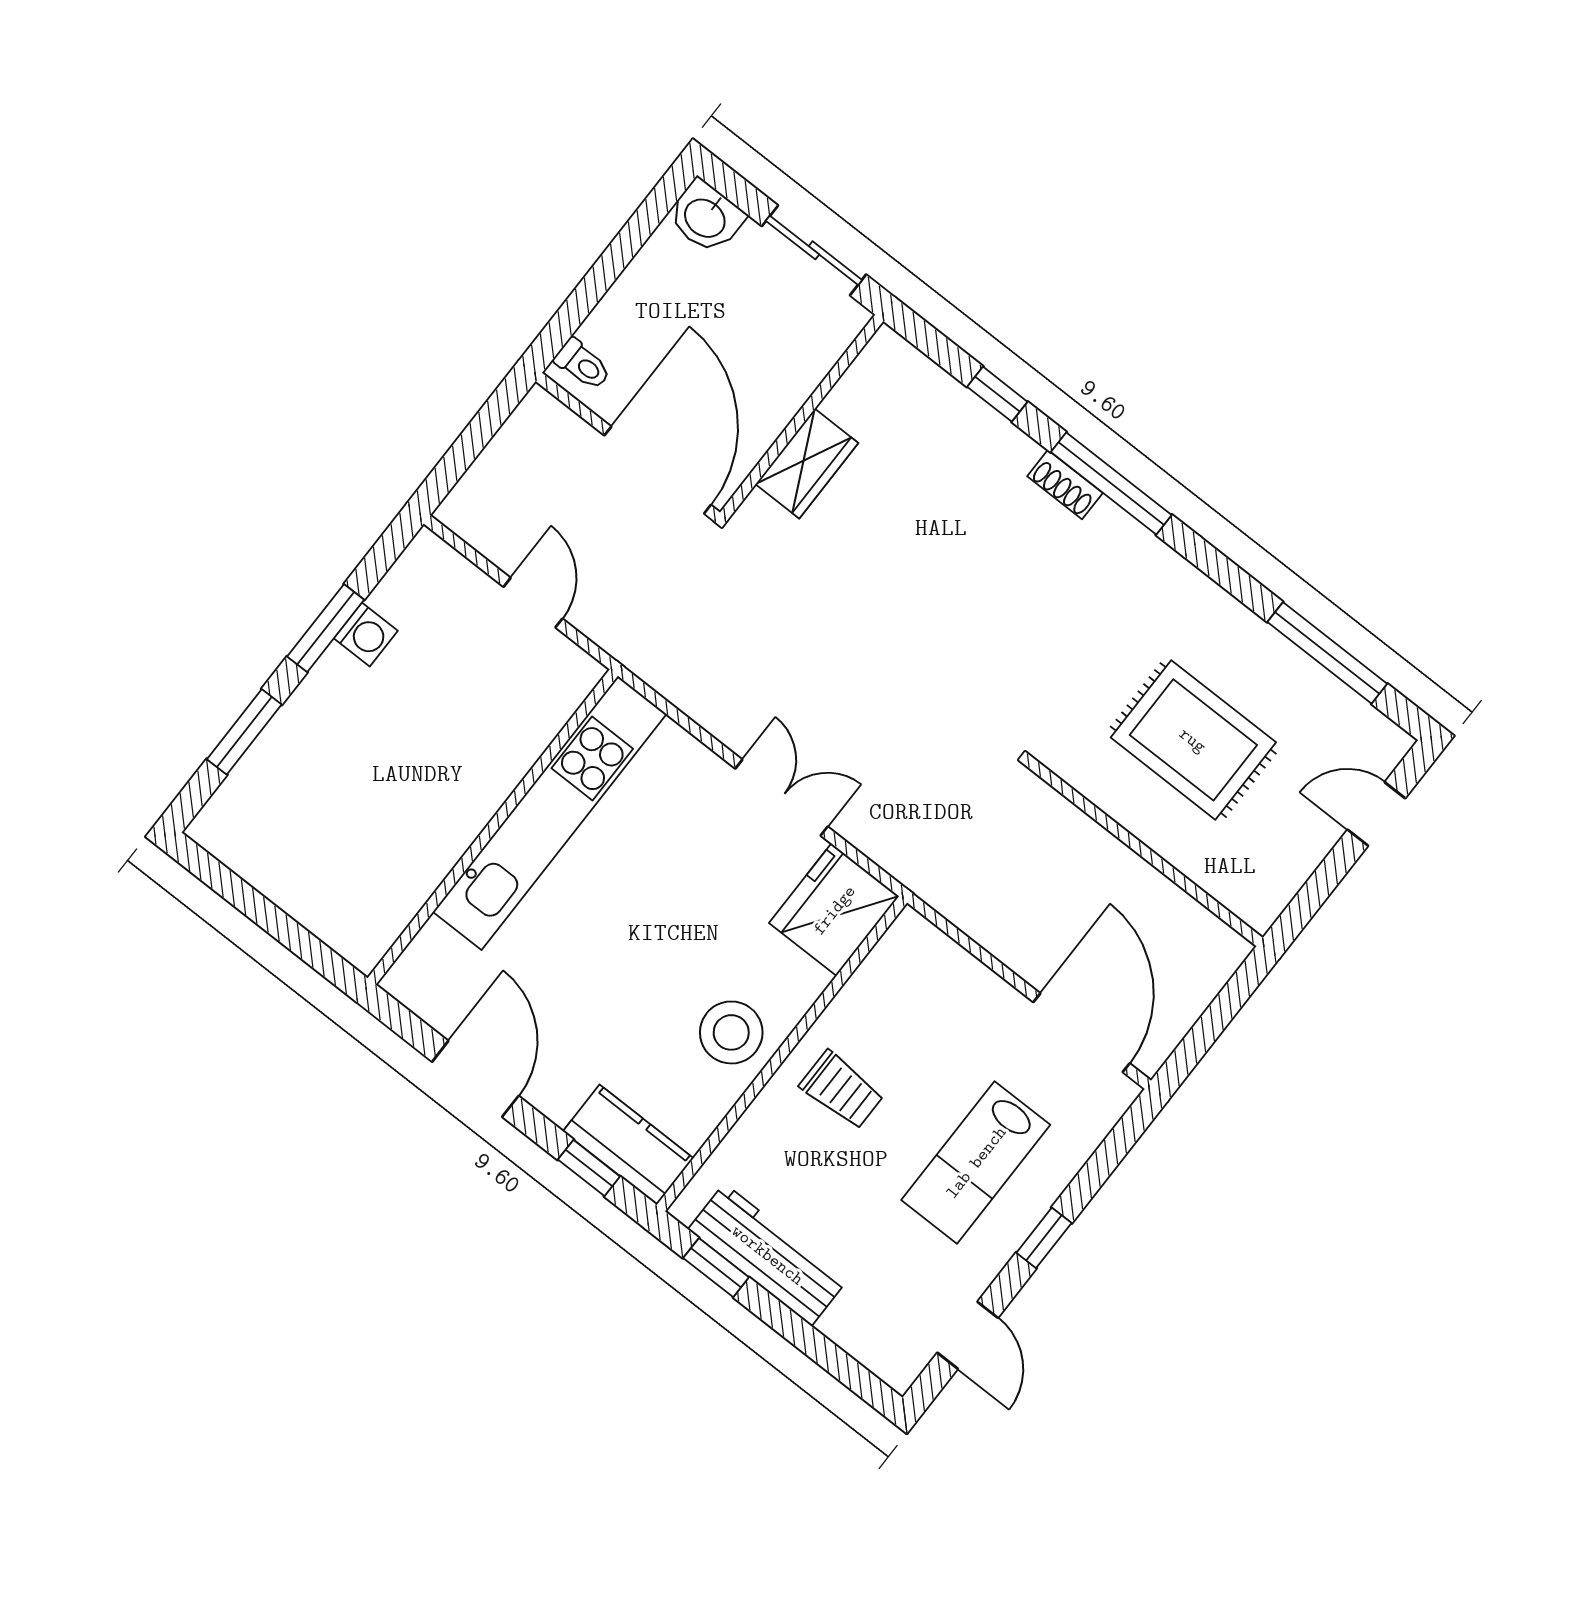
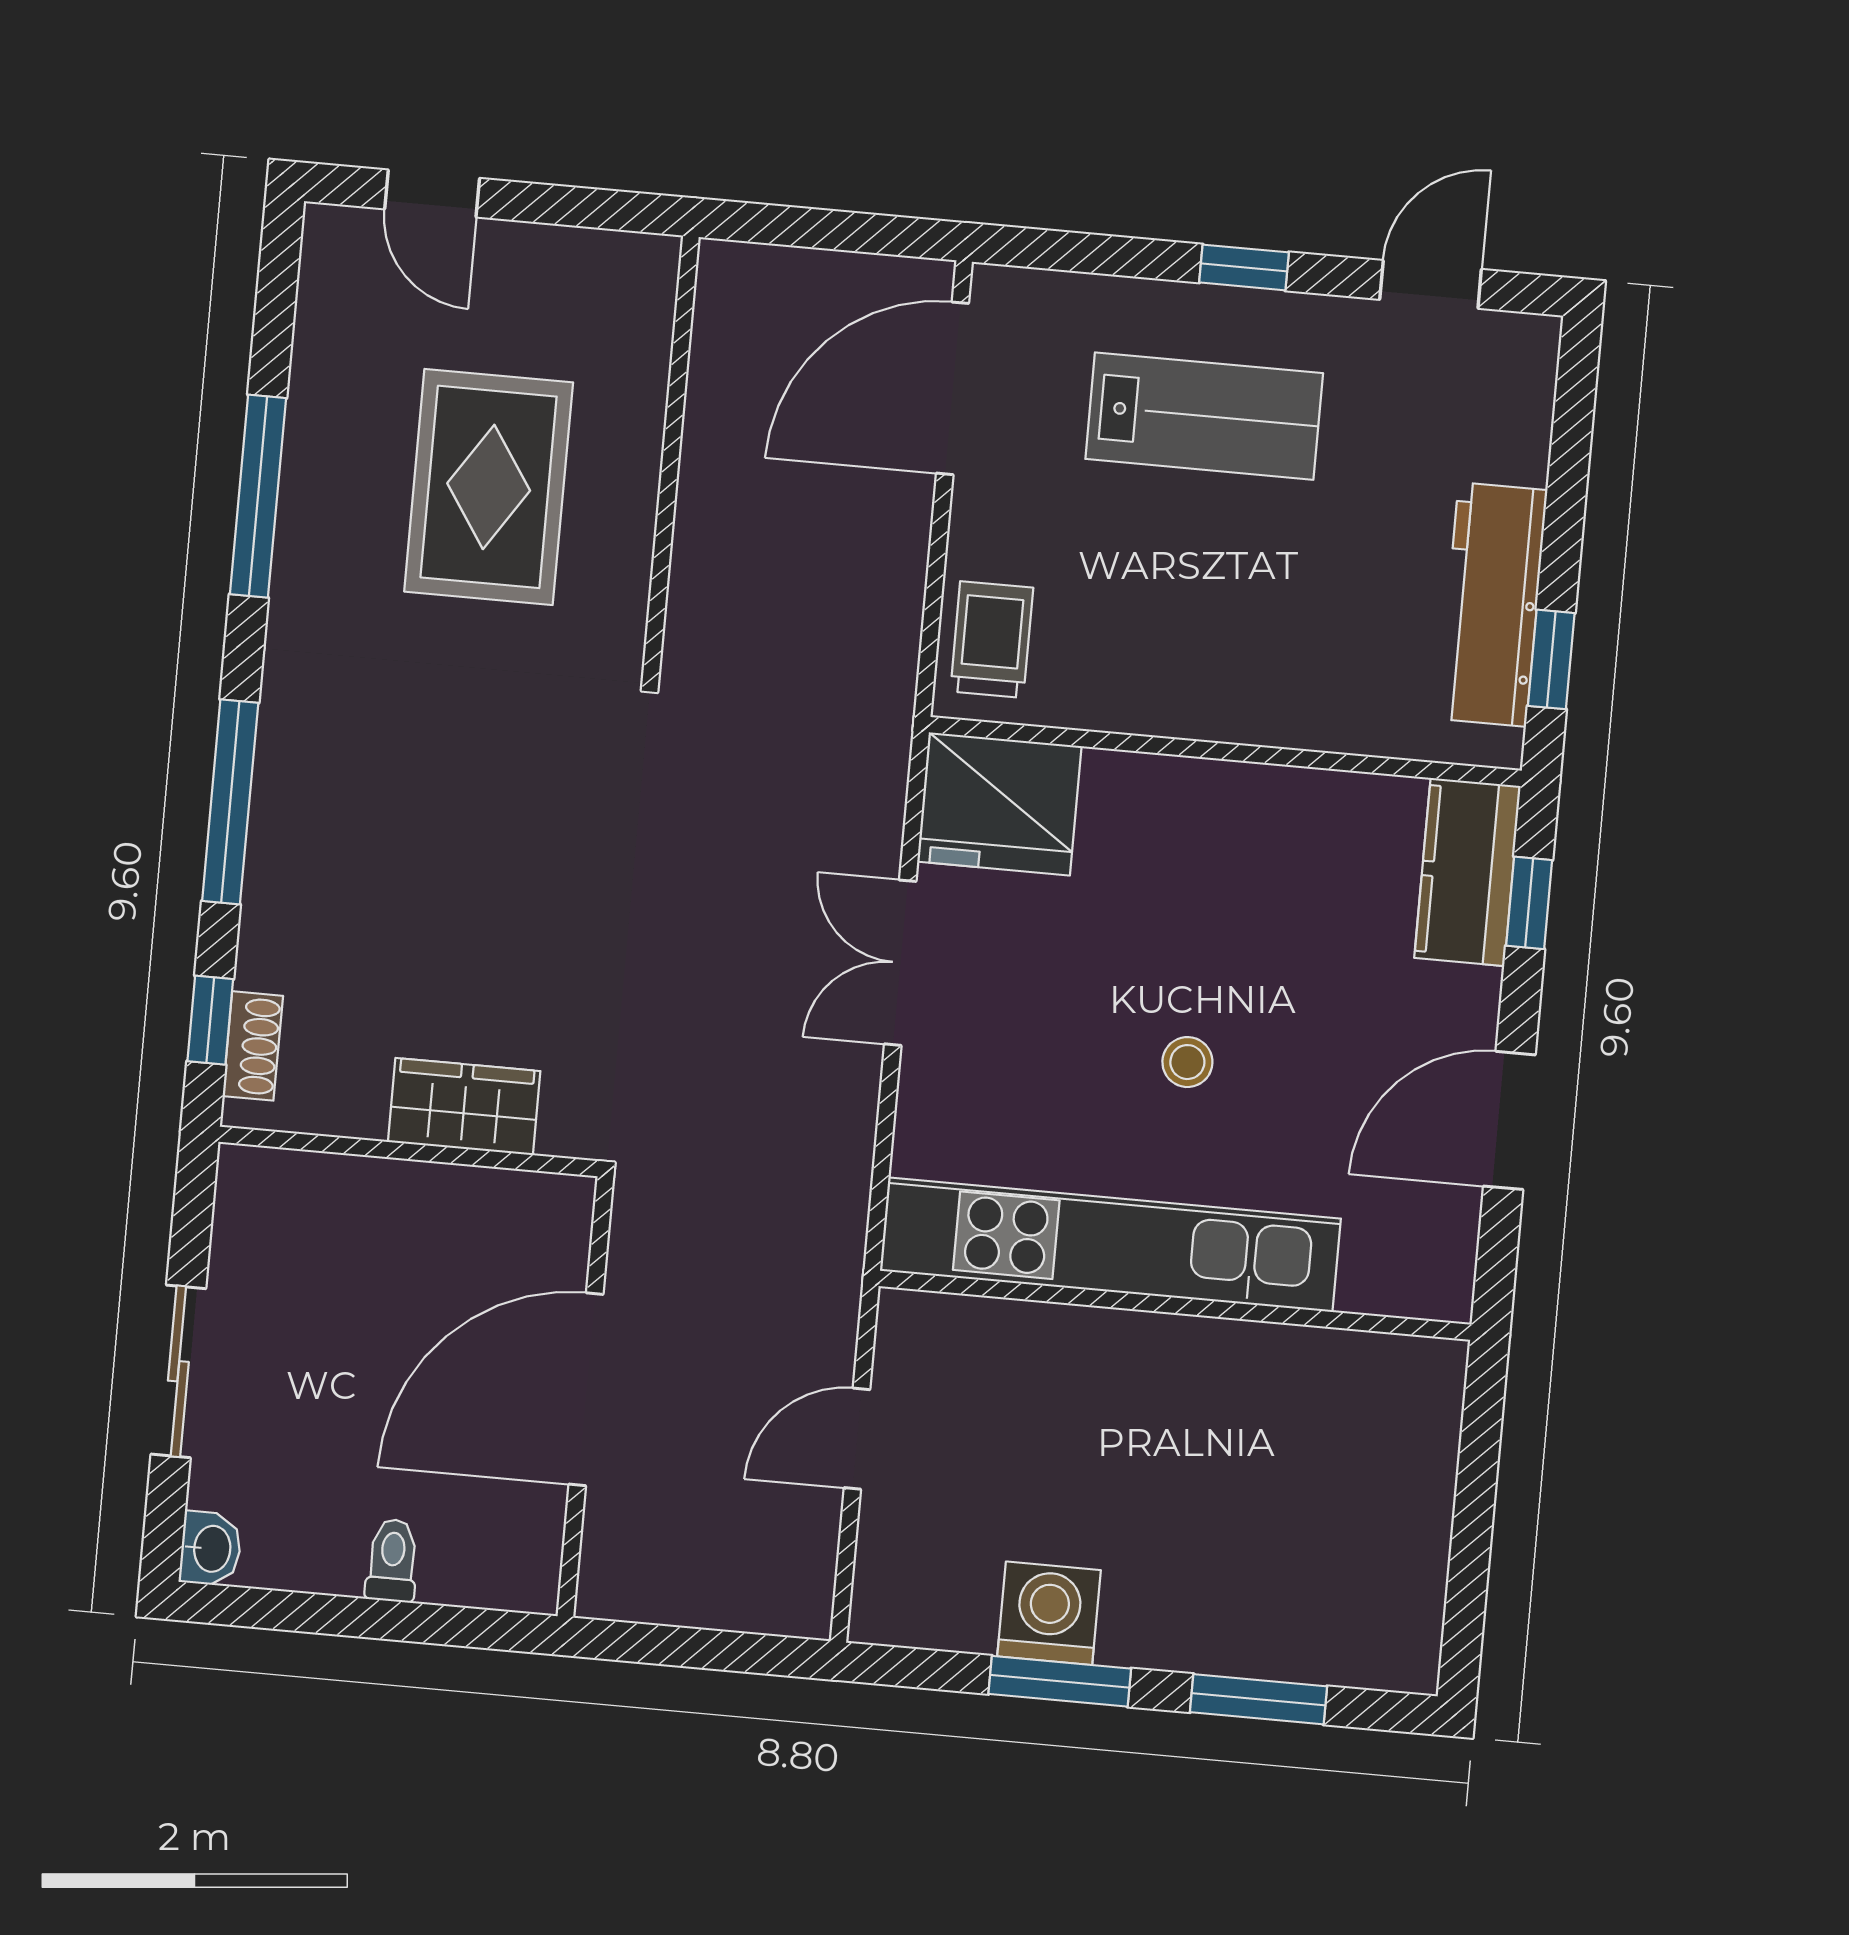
washbasin: (706, 217) -> (211, 1549), width x0.72, depth x0.69
toilet: (583, 364) -> (392, 1560), moved
wall: (802, 417) -> (409, 1151), moved
wardrobe: (807, 464) -> (464, 1106), moved
shoe rack: (1065, 485) -> (253, 1046), moved
washing machine: (366, 634) -> (1049, 1613), width x1.38, depth x1.38
window: (1327, 653) -> (258, 496), moved
stool: (731, 1032) -> (1187, 1062), moved, width x0.53, depth x0.53
trolley: (842, 1090) -> (992, 640), moved

